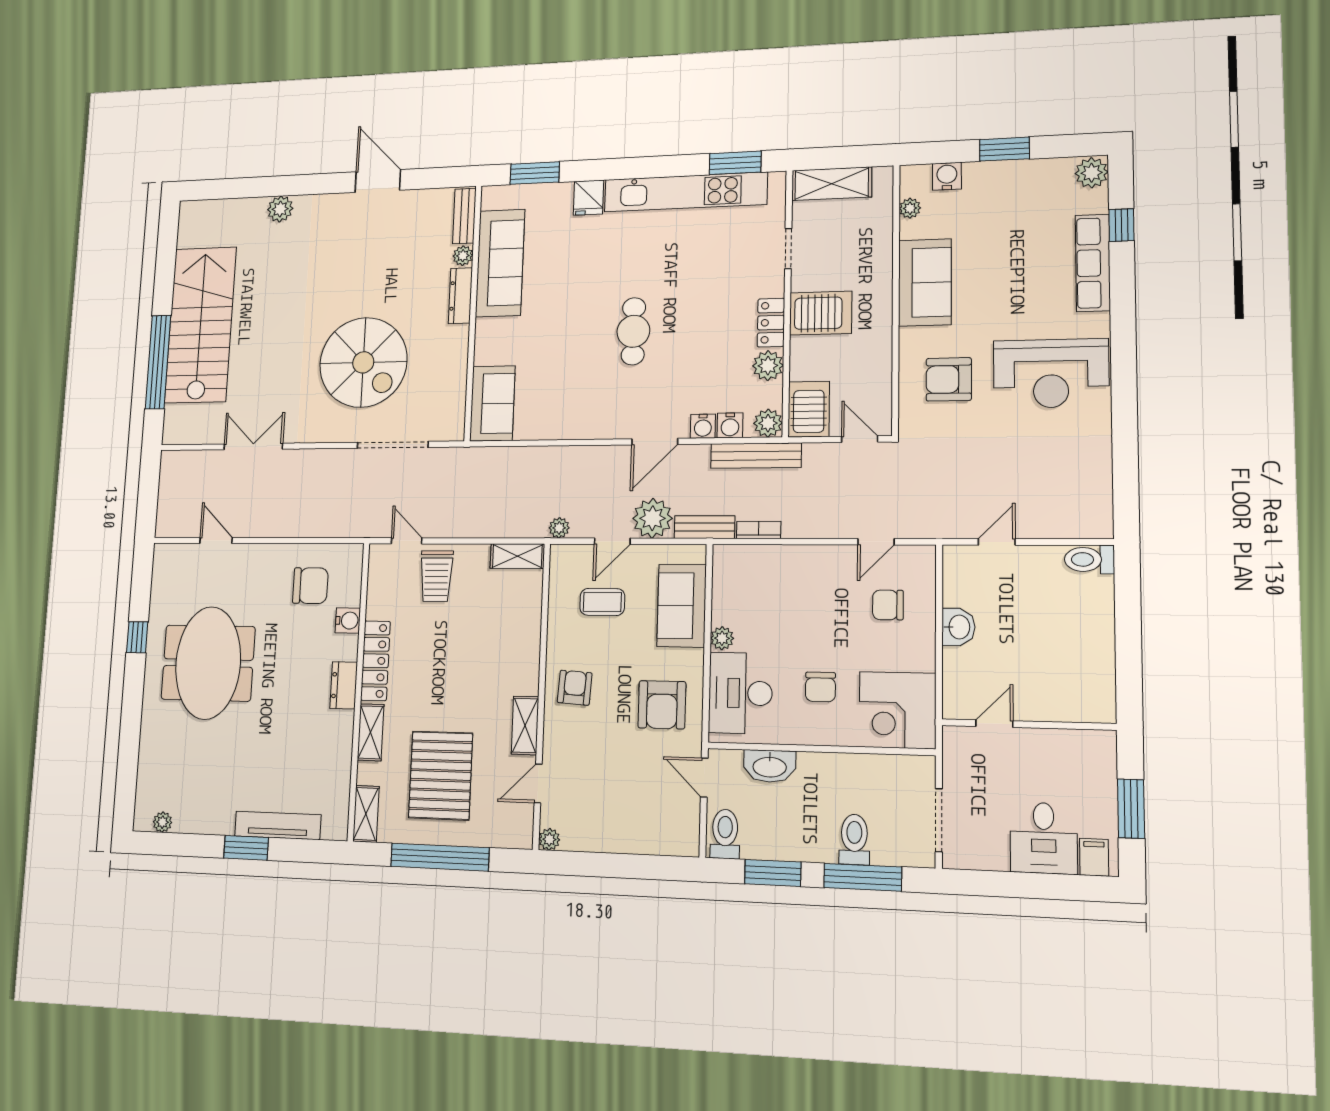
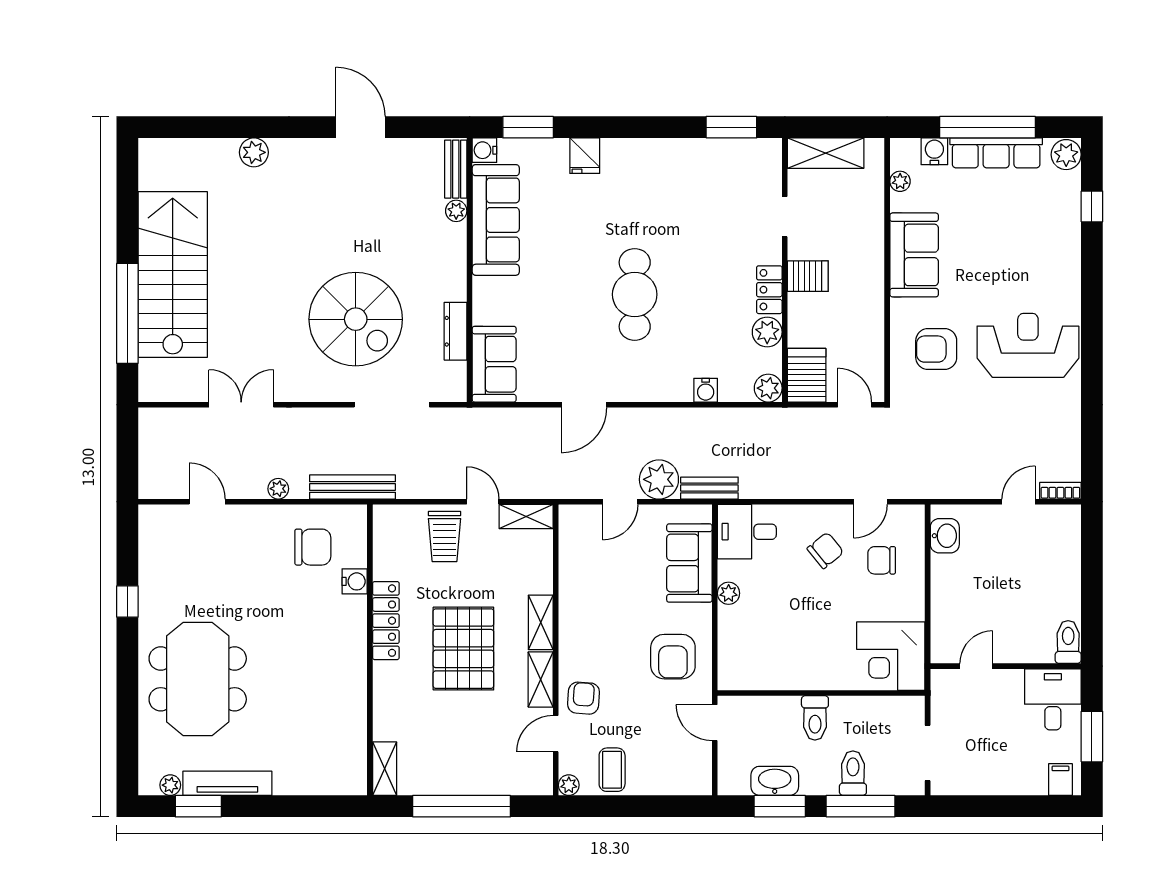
window: (1004, 149) -> (988, 127), width x2.11
kitchen unit: (685, 192) -> (683, 155), removed
row of seats: (1093, 263) -> (996, 153), moved, turned -90
dresser: (460, 296) -> (456, 331), moved
server rack: (821, 313) -> (808, 276), width x0.73, depth x0.70
cafe table: (633, 331) -> (635, 294), width x1.37, depth x1.35
reception desk: (1051, 373) -> (1028, 345), turned 180
water cooler: (730, 425) -> (484, 150), moved, turned 90
door: (655, 442) -> (584, 405), moved
bench: (756, 456) -> (352, 487), moved
plant: (559, 528) -> (278, 489), moved
bookcase: (759, 530) -> (1060, 491), moved
door: (407, 541) -> (483, 502), moved
door: (997, 542) -> (1019, 502), moved
toilet: (1089, 559) -> (1068, 642), moved, turned 90
coffee table: (602, 602) -> (612, 770), moved, turned 90
washbasin: (958, 627) -> (945, 536), moved
meeting table: (208, 663) -> (198, 679), moved
dresser: (344, 685) -> (354, 645), removed
chair: (820, 687) -> (825, 550), moved, turned -129
armchair: (575, 688) -> (584, 698), moved
desk: (740, 693) -> (747, 532), moved, width x0.73
shelving: (371, 732) -> (541, 622), moved
washbasin: (770, 766) -> (775, 781), moved, turned 180
pallet: (441, 775) -> (463, 649), moved
tv unit: (278, 825) -> (227, 783), moved
toilet: (725, 834) -> (815, 718), moved, turned 180
desk: (1044, 838) -> (1053, 699), moved, turned 180
window: (246, 848) -> (198, 806), moved

